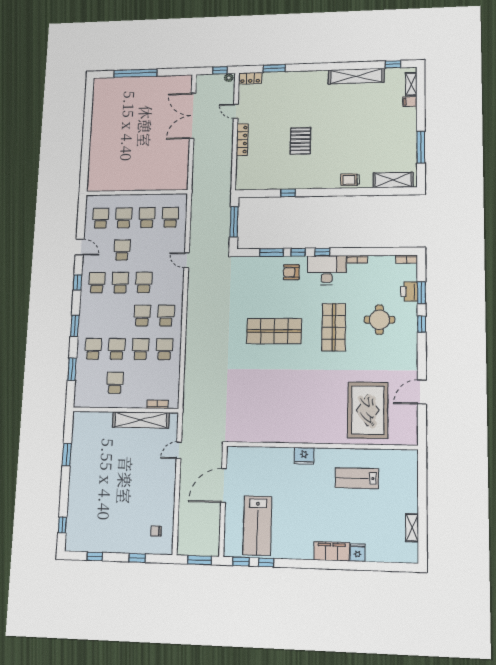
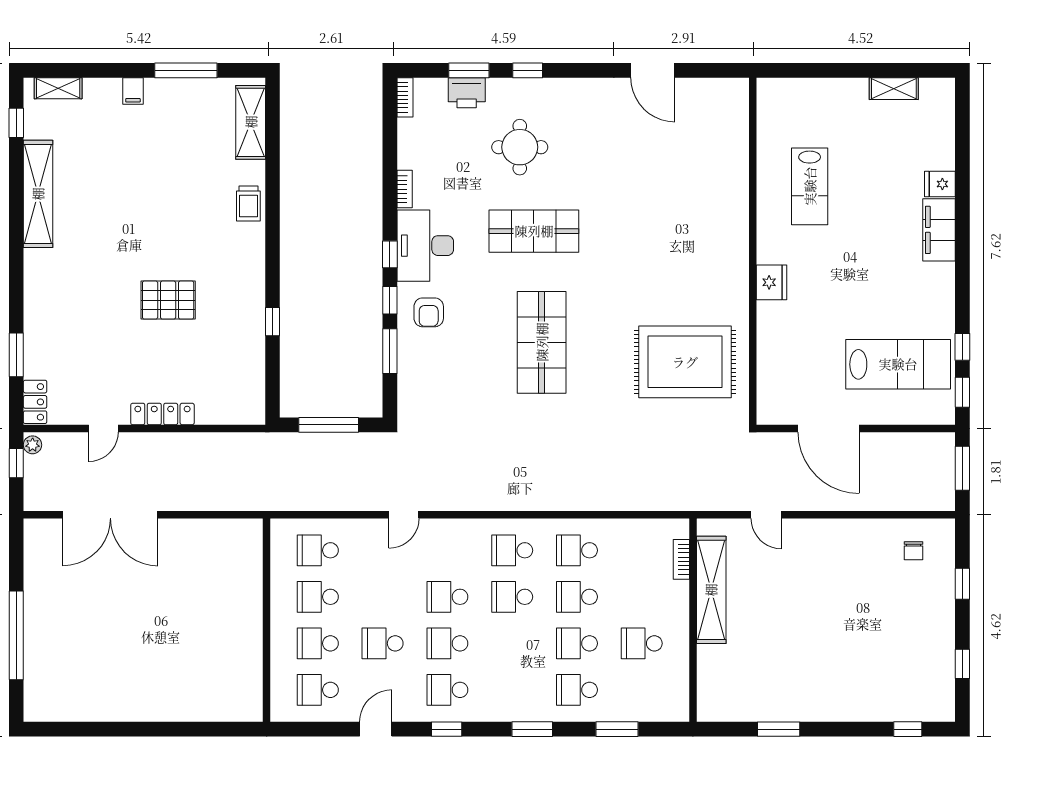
filing cabinet: (410, 102) -> (133, 91), moved
rug: (368, 410) -> (685, 362), moved

